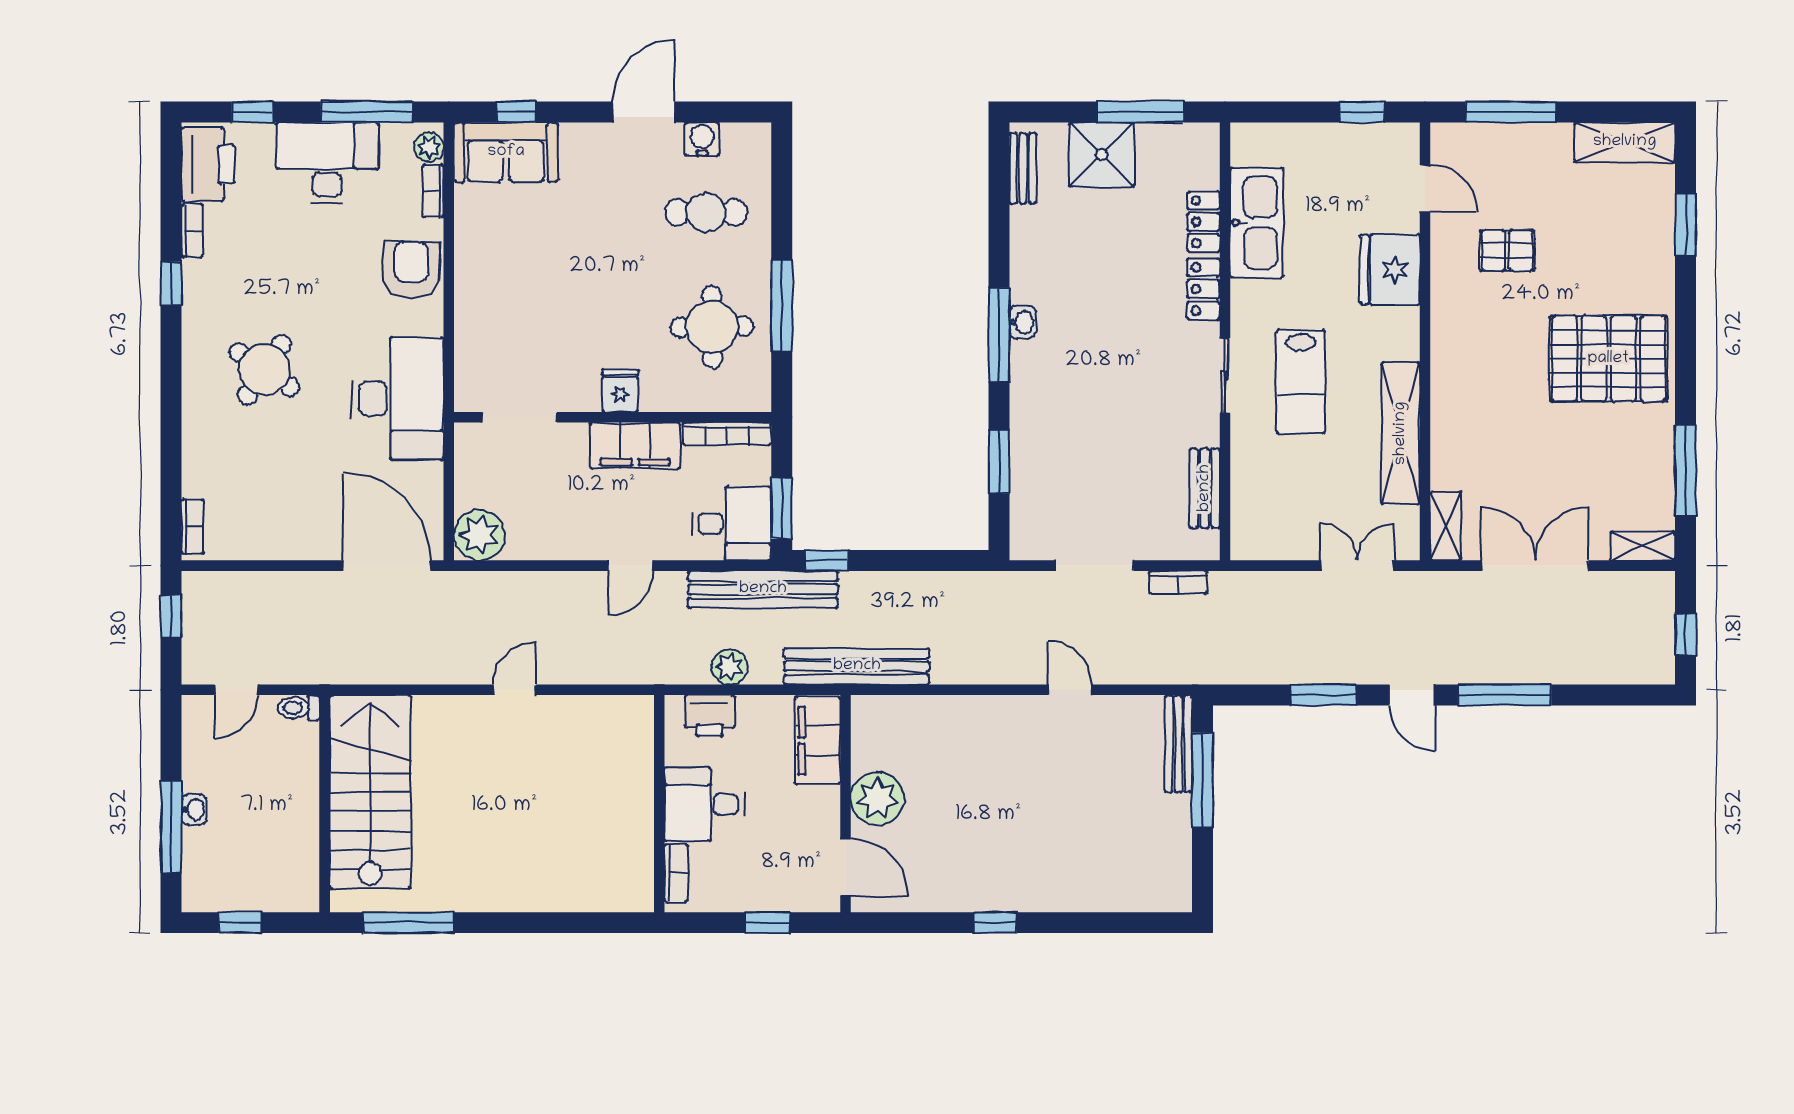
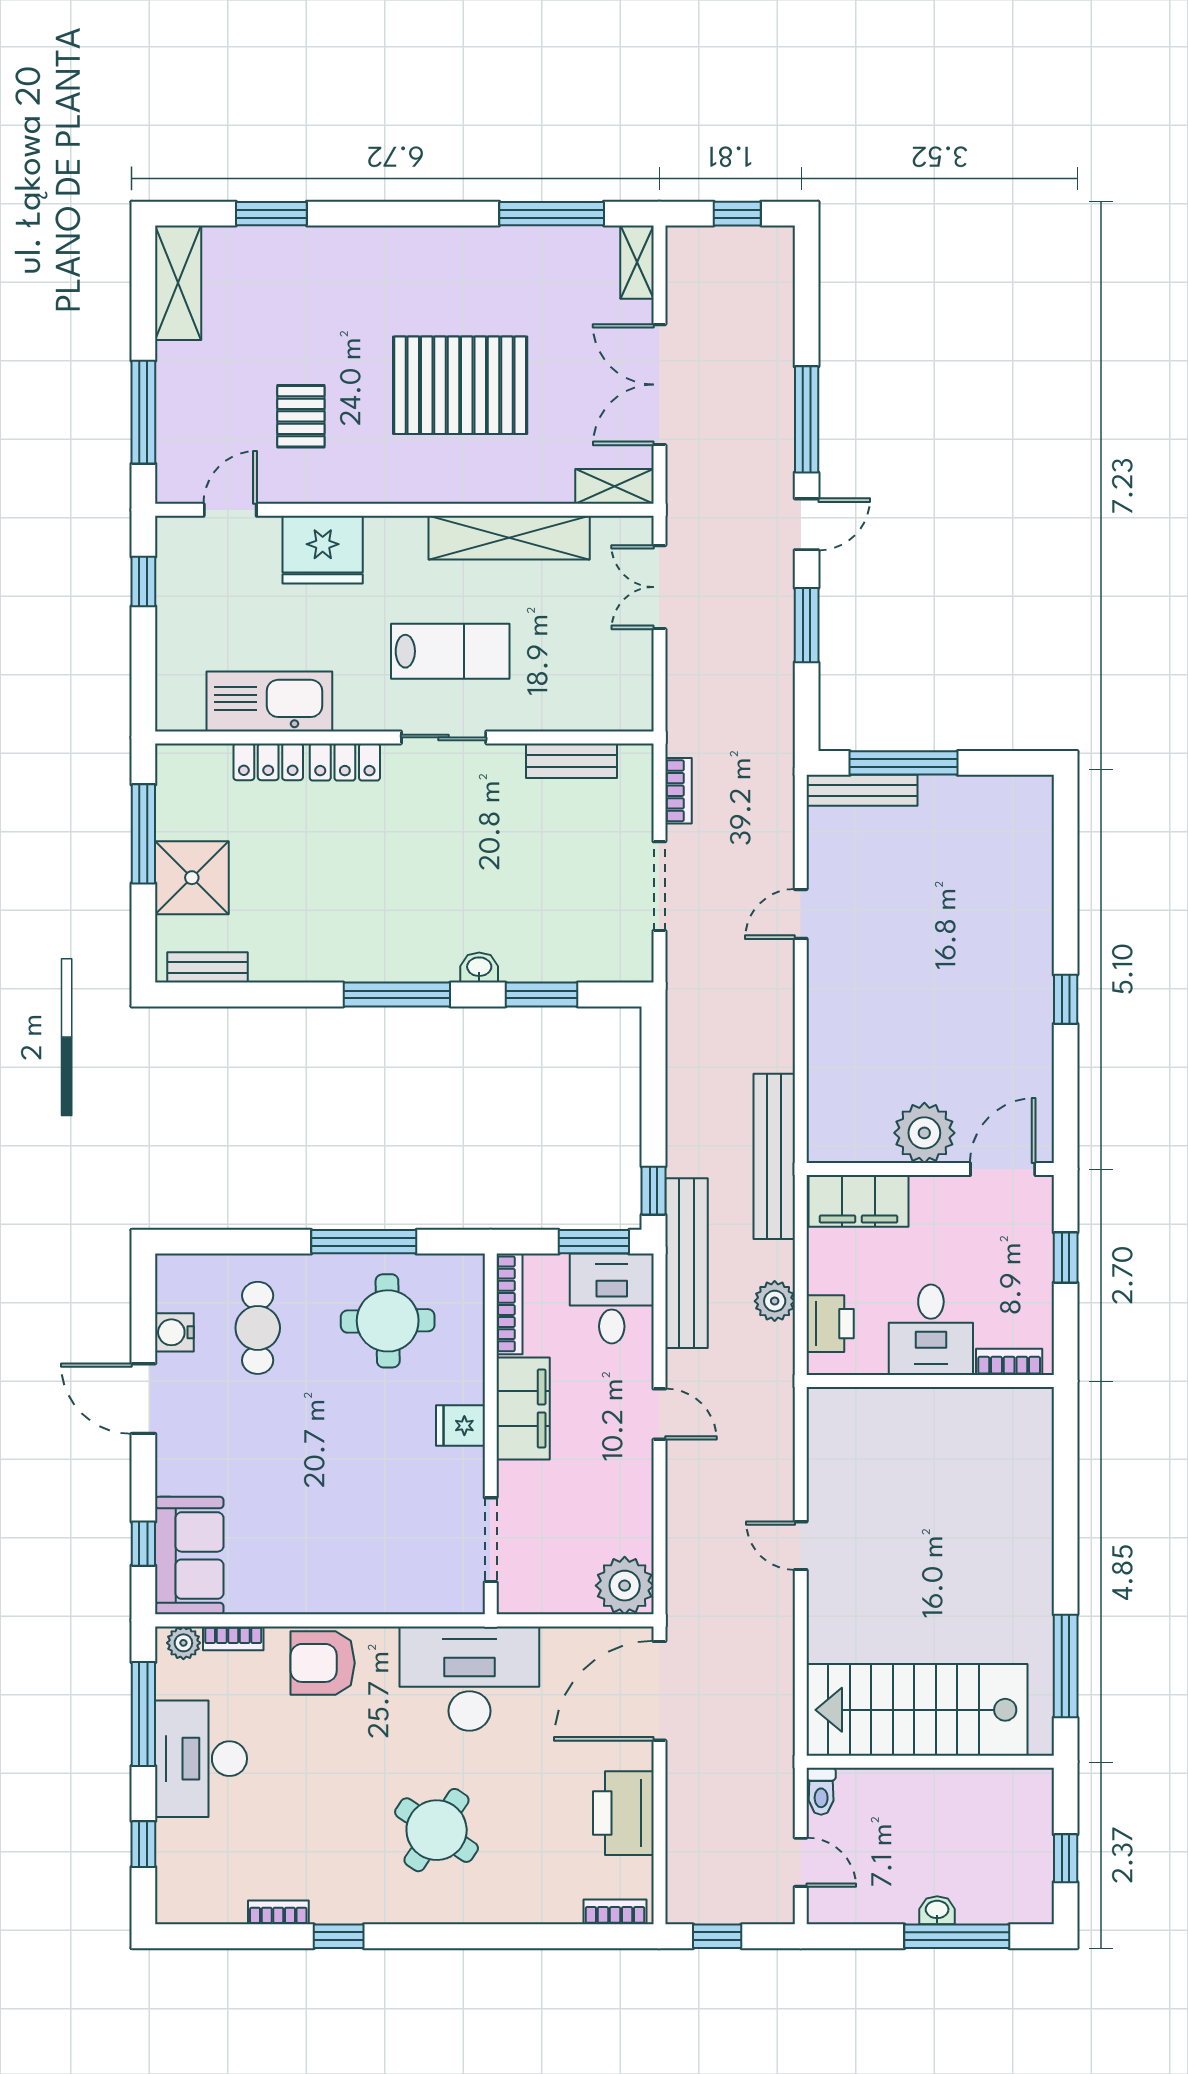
printer: (208, 164) -> (623, 1813), moved, turned -90
washbasin: (1023, 322) -> (479, 968), moved
pallet: (1608, 359) -> (460, 385), moved, turned 90

